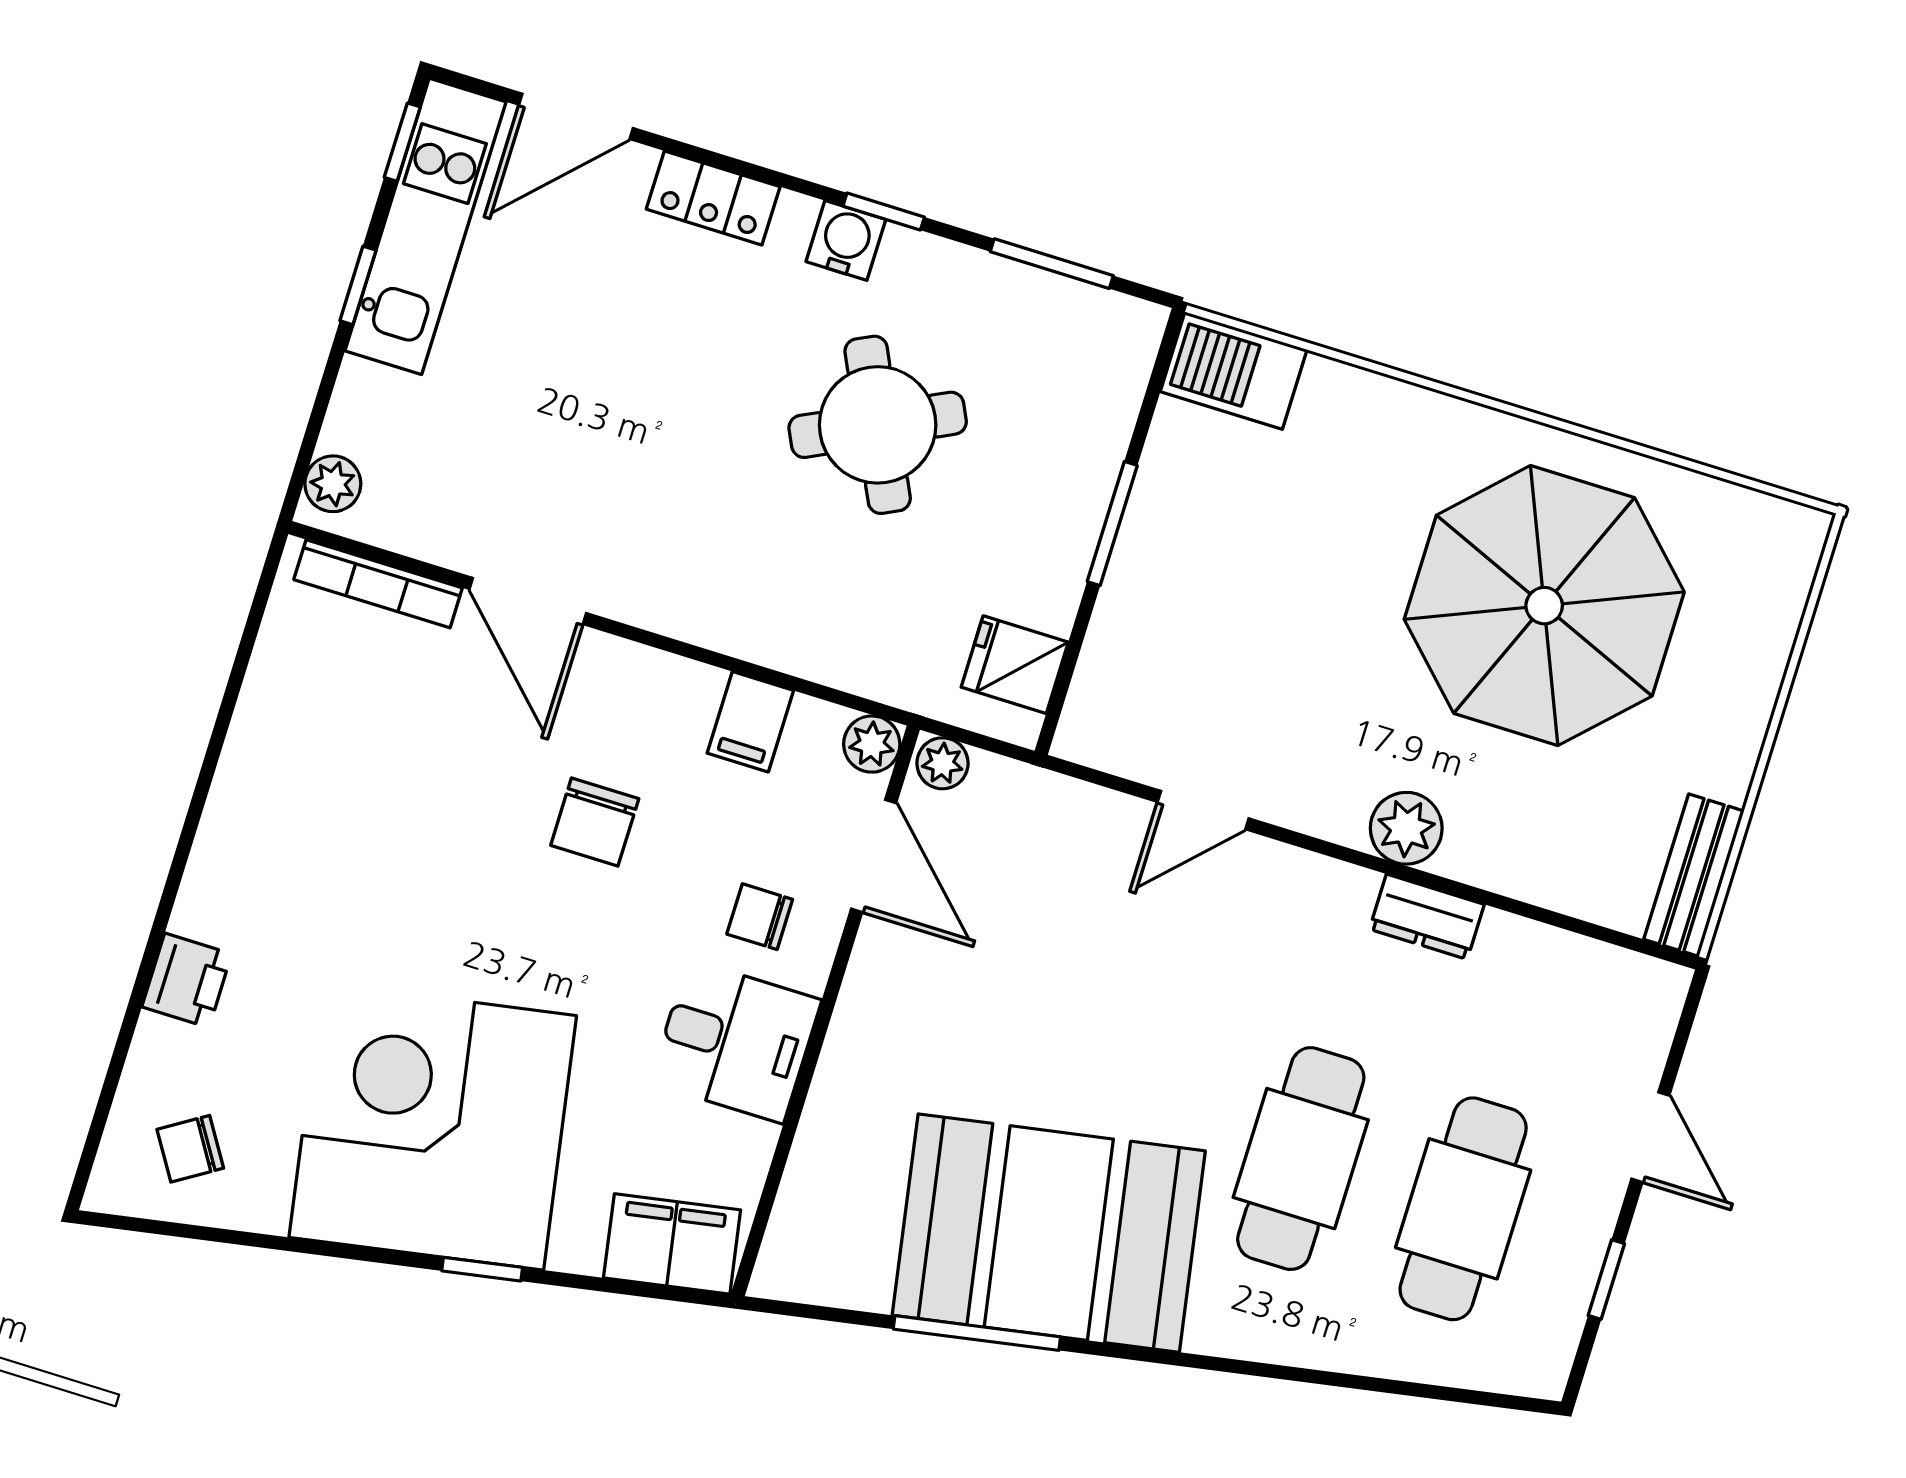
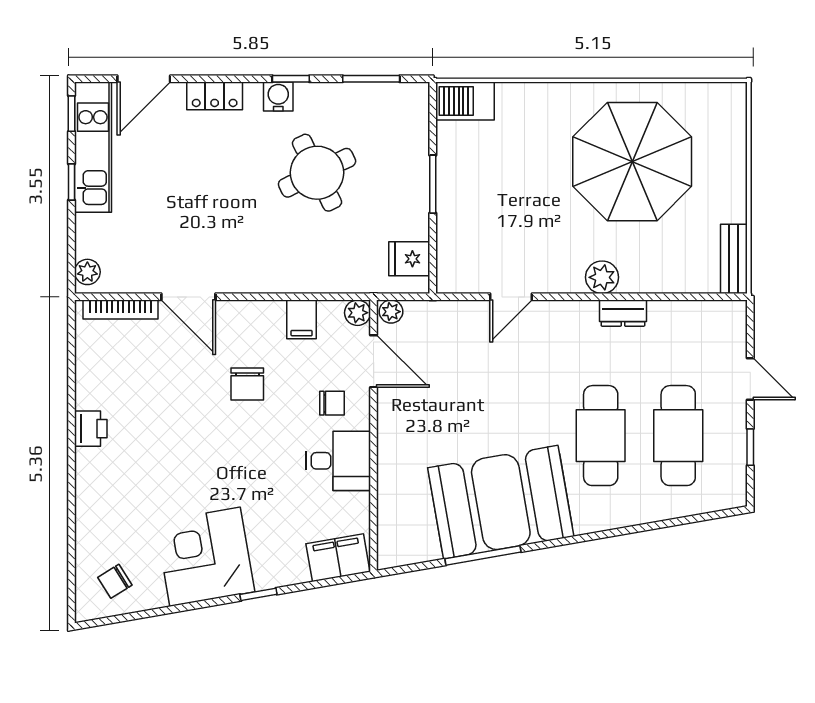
chair: (760, 917) -> (332, 403), turned 180
printer: (187, 980) -> (91, 429), moved
corner desk: (433, 1126) -> (205, 557), width x0.74, depth x0.74

